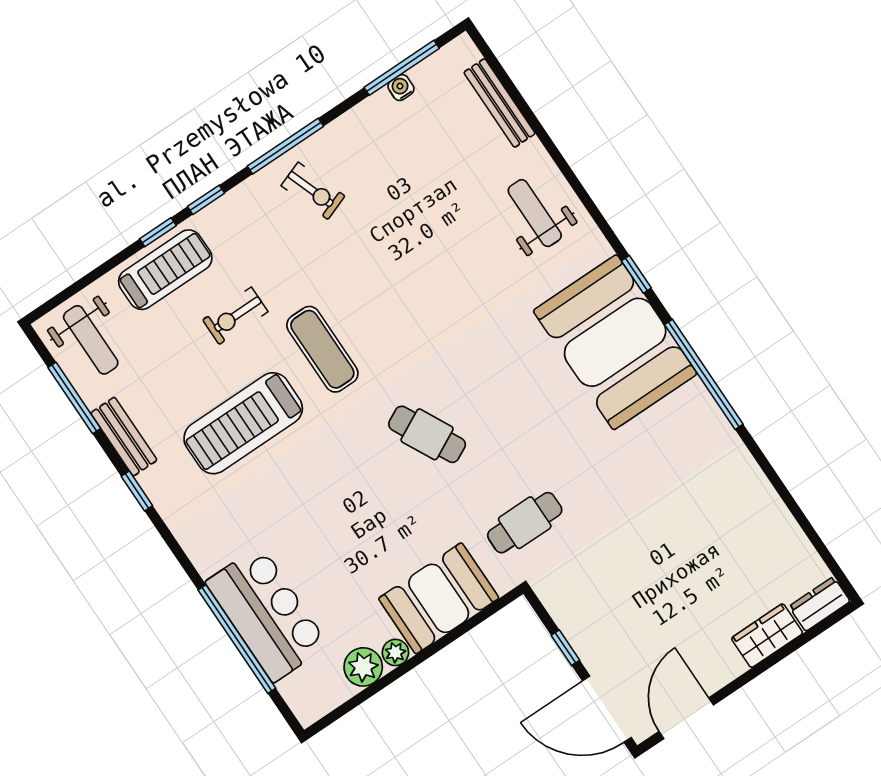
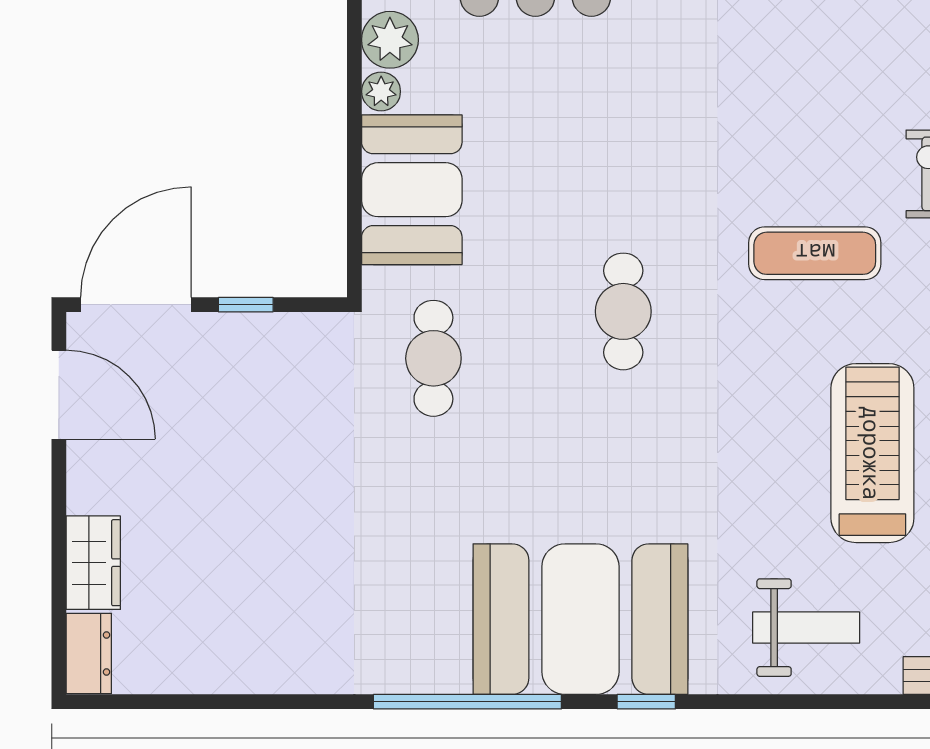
treadmill: (243, 423) -> (872, 453), moved
cafe table: (427, 434) -> (623, 311), turned -63

